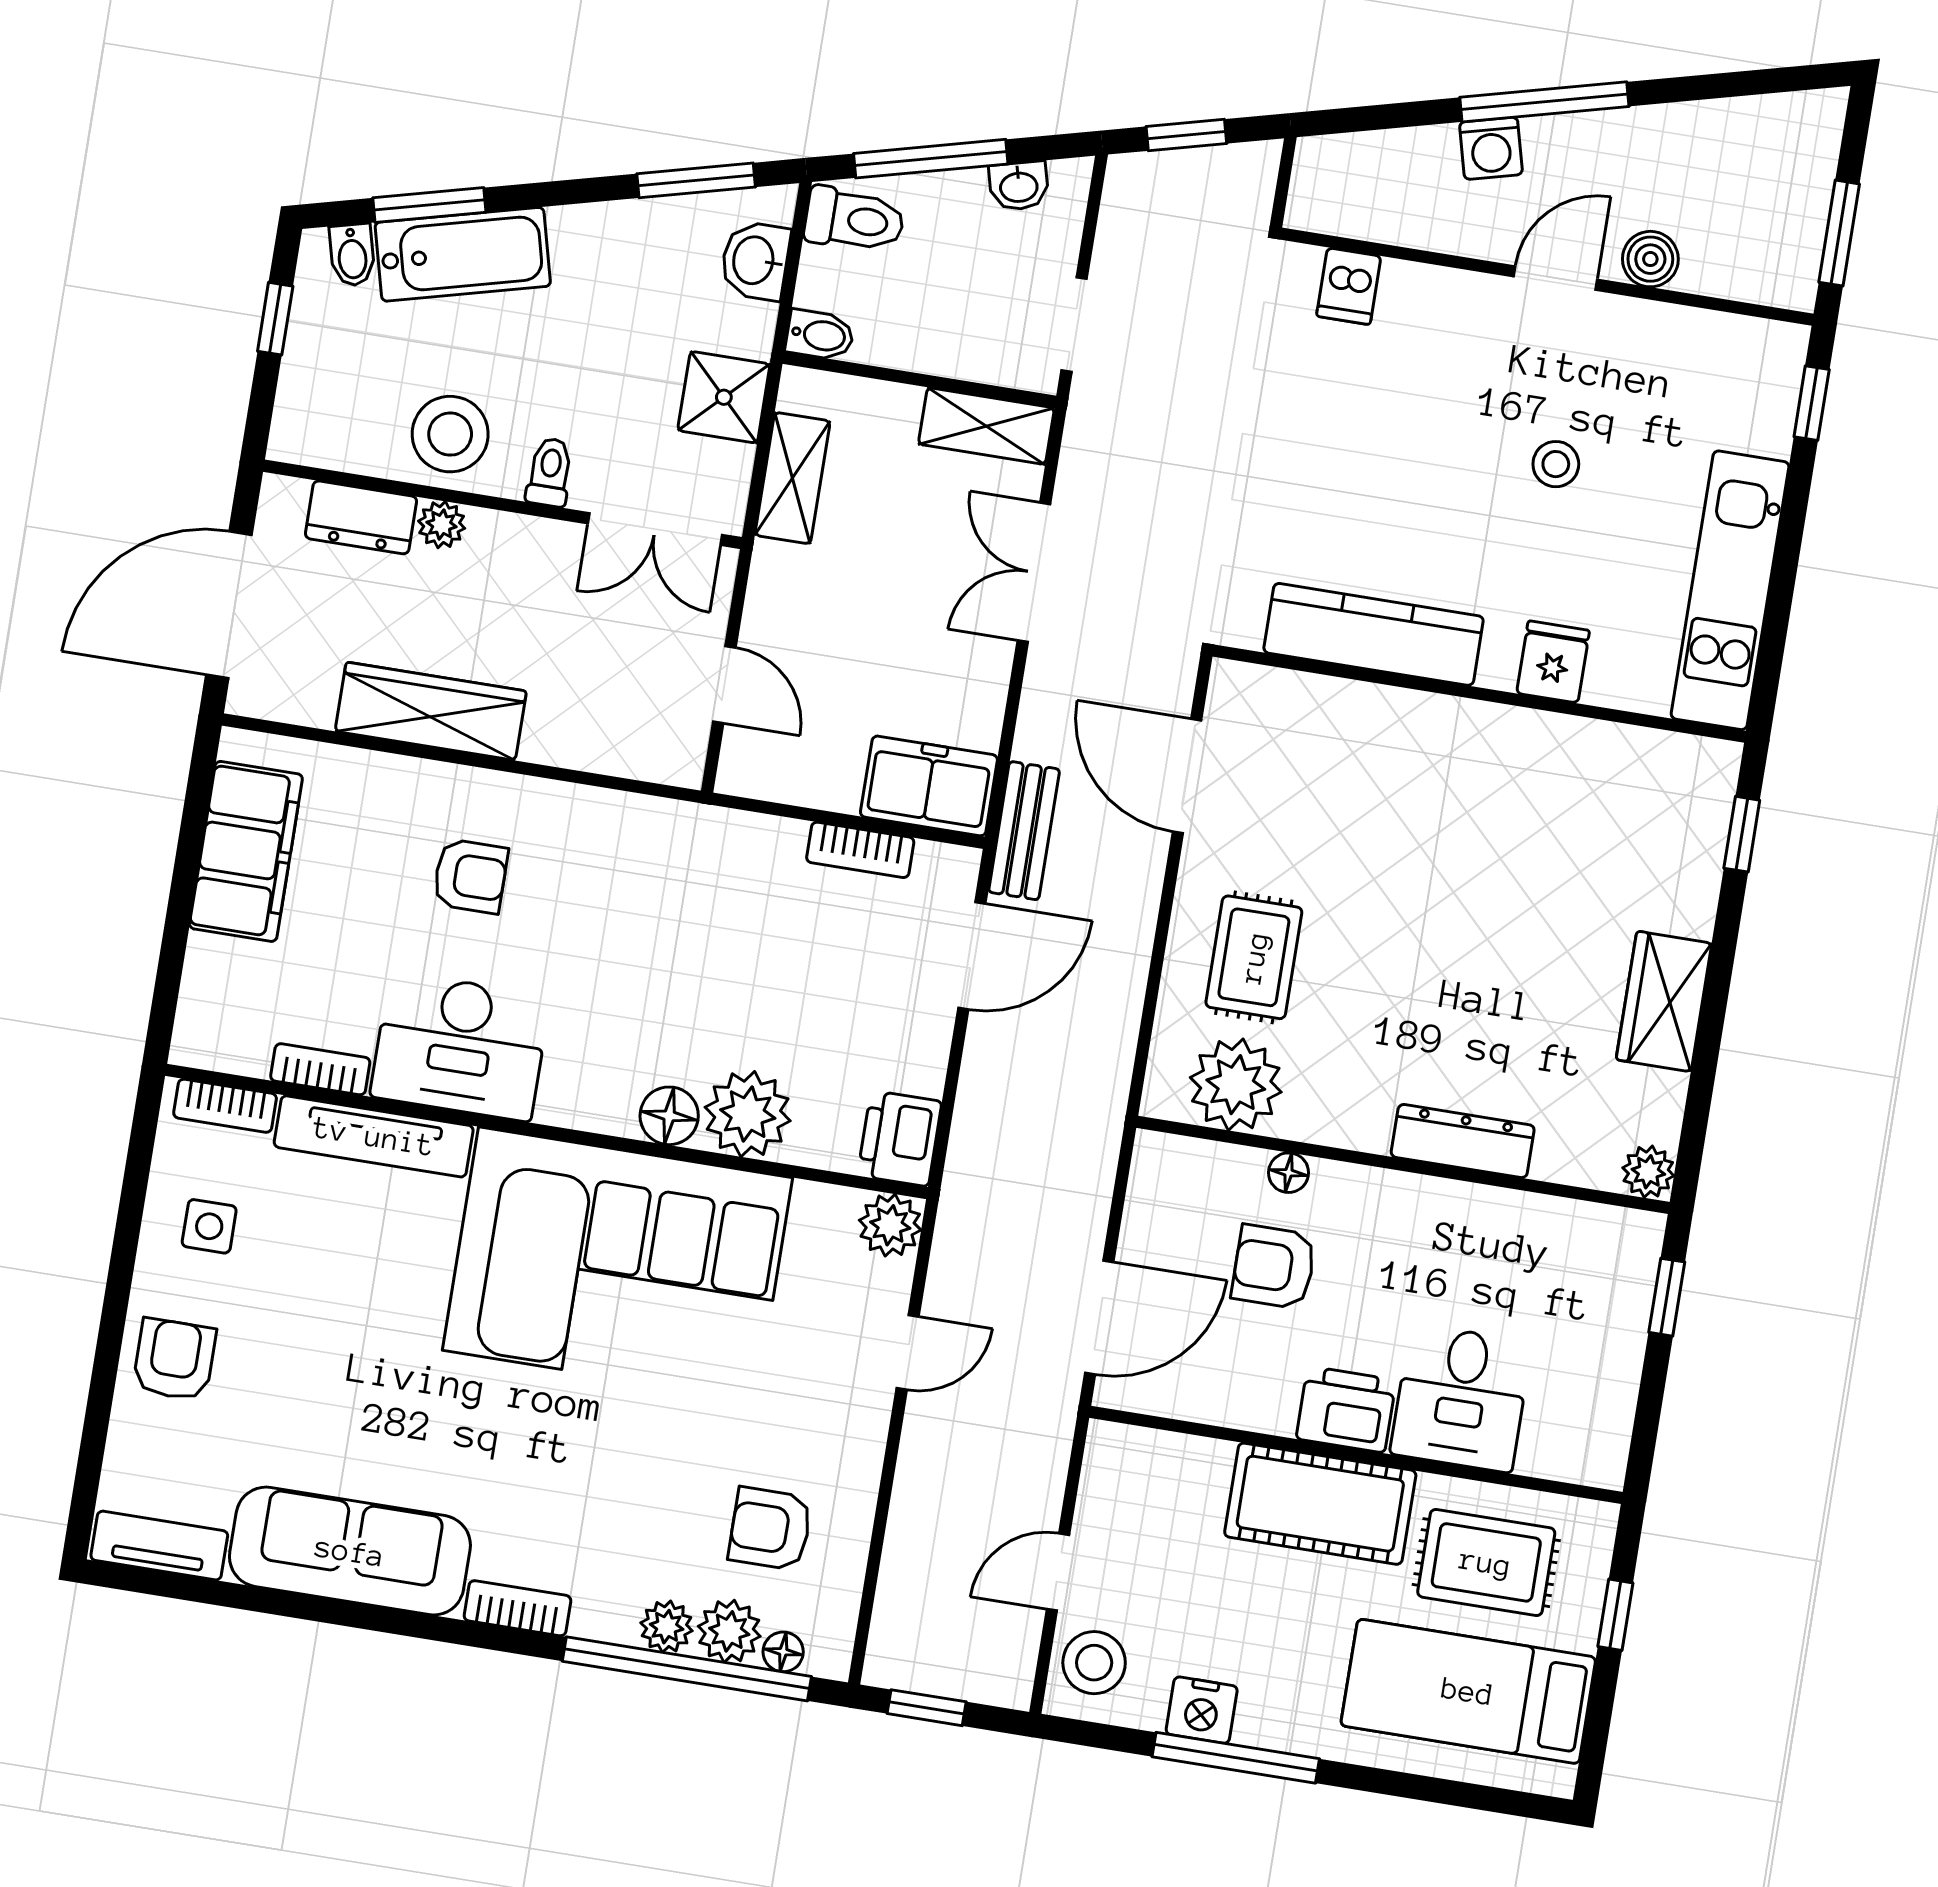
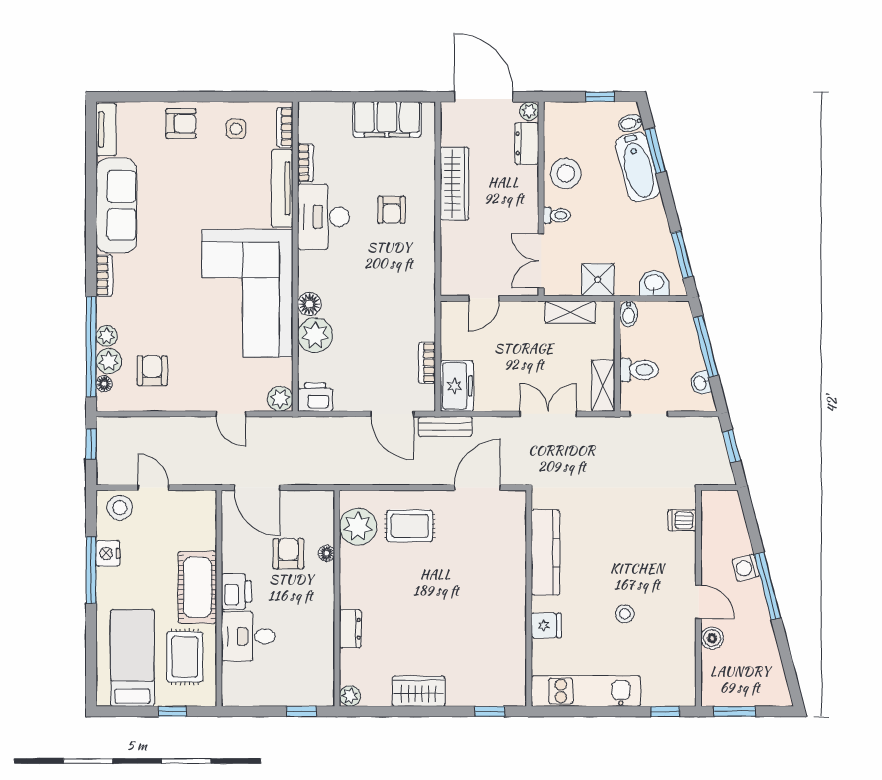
toilet: (854, 220) -> (639, 370), moved, turned -90
plant: (442, 525) -> (529, 111), moved
dresser: (1463, 1141) -> (350, 629), width x0.70

